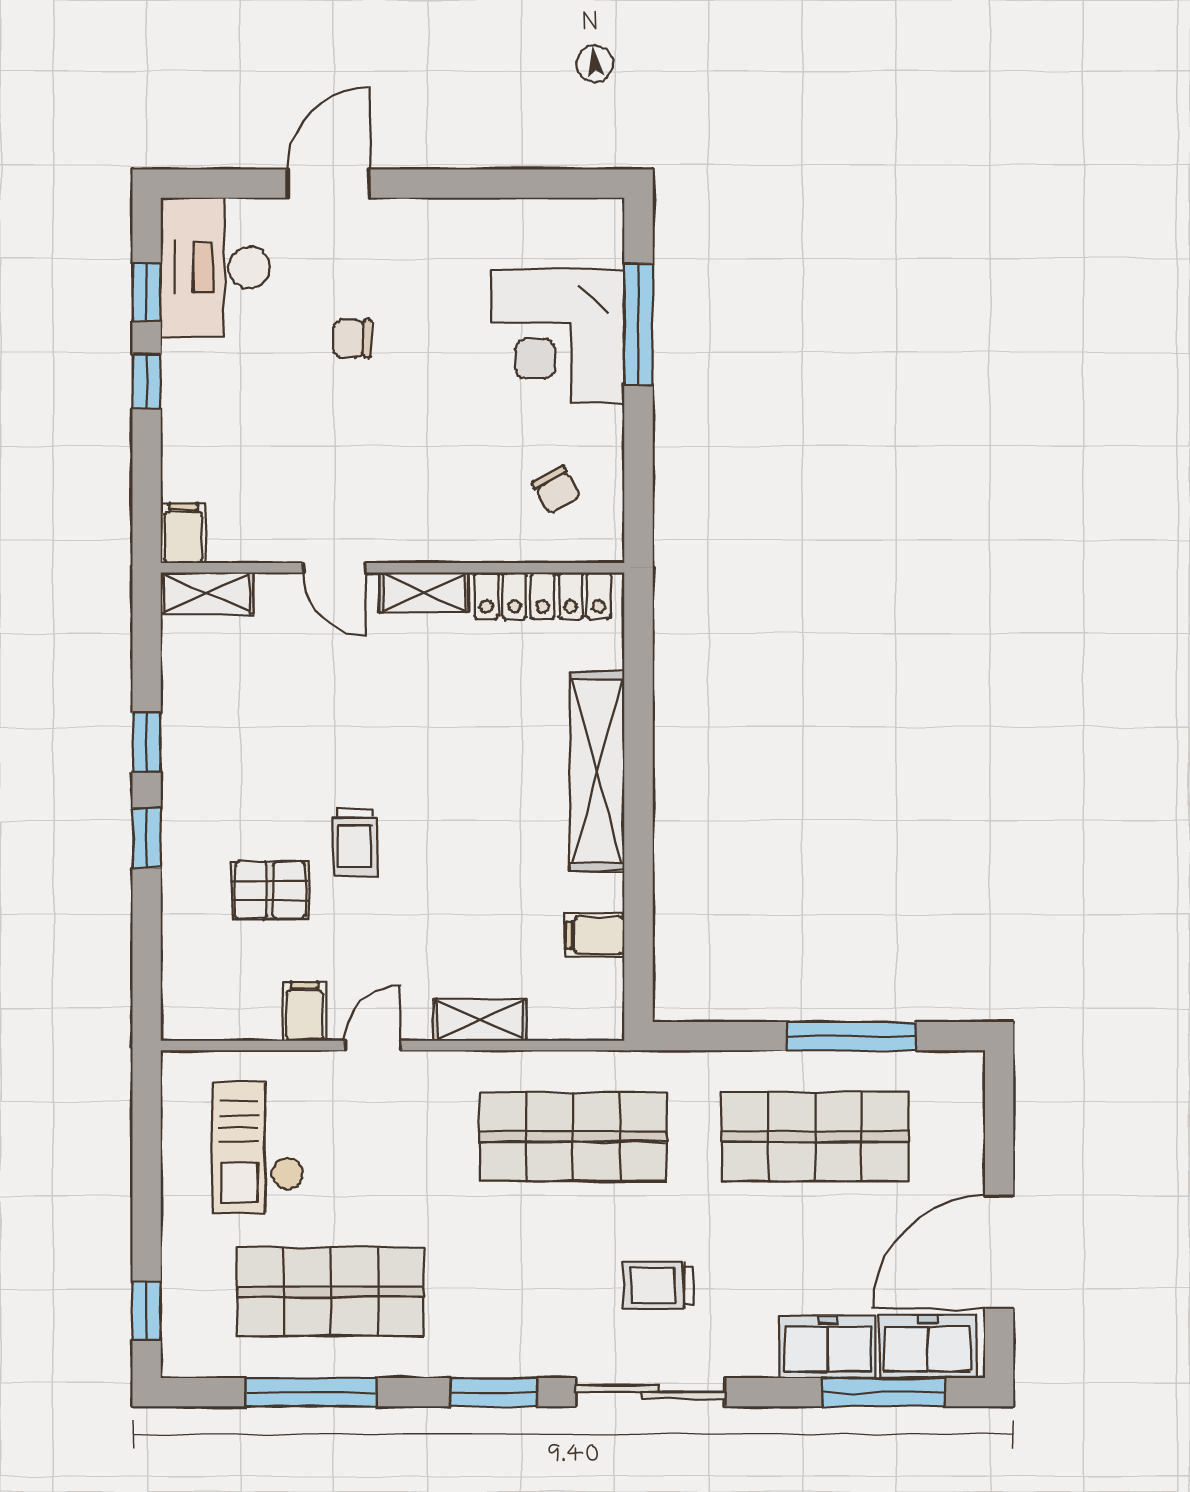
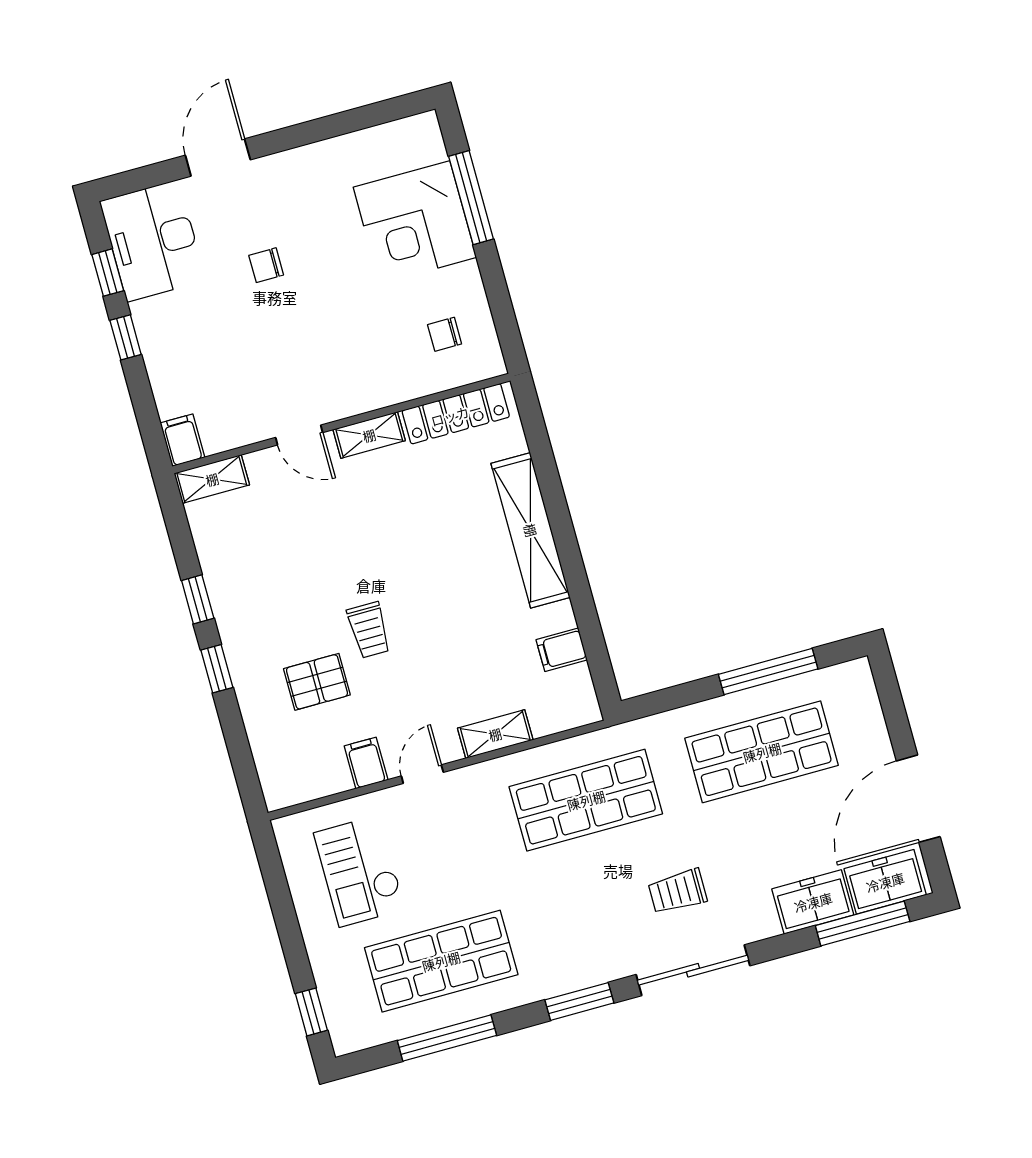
chair: (556, 490) -> (445, 334), turned 119

